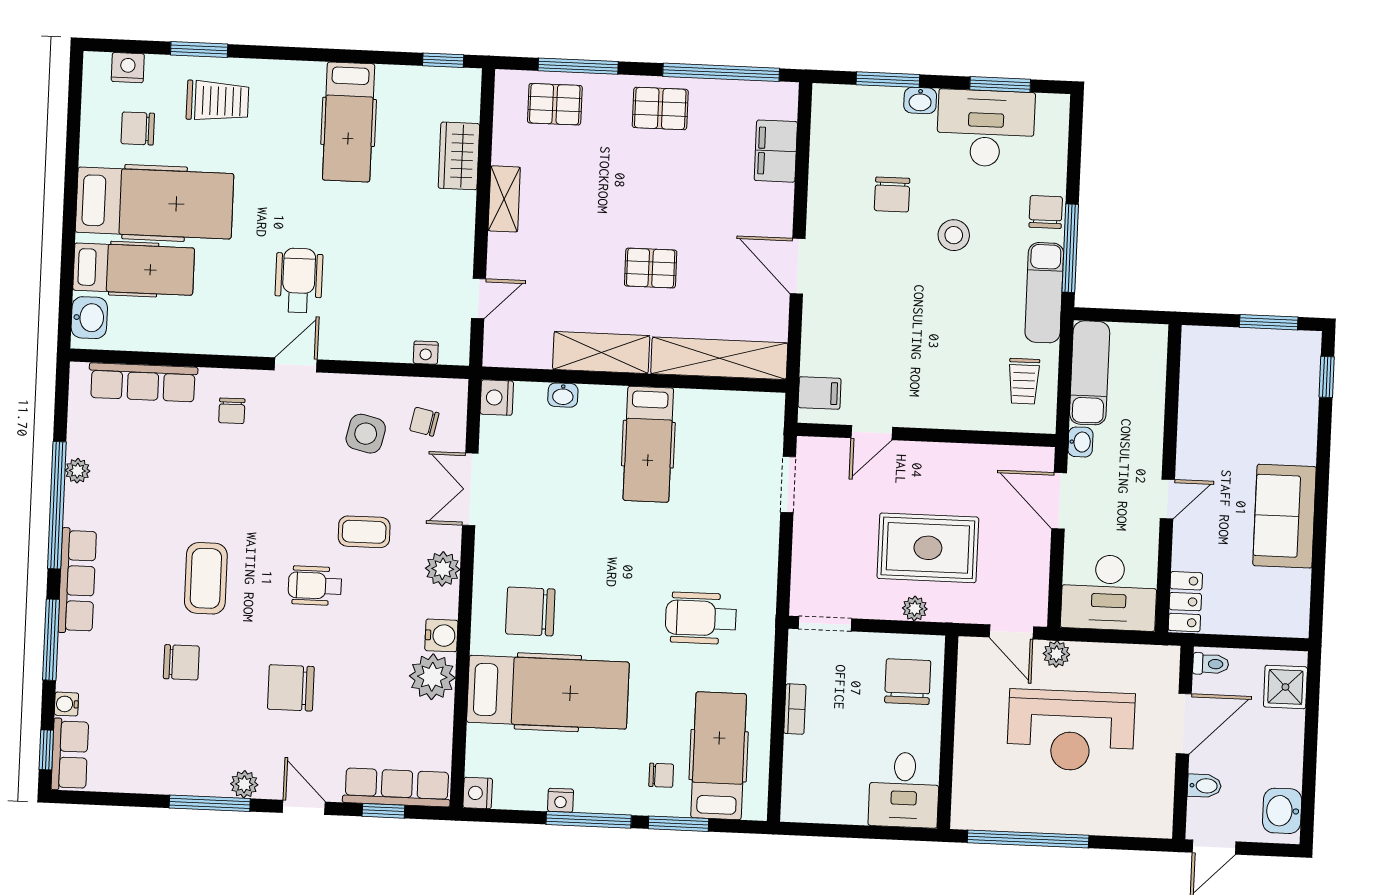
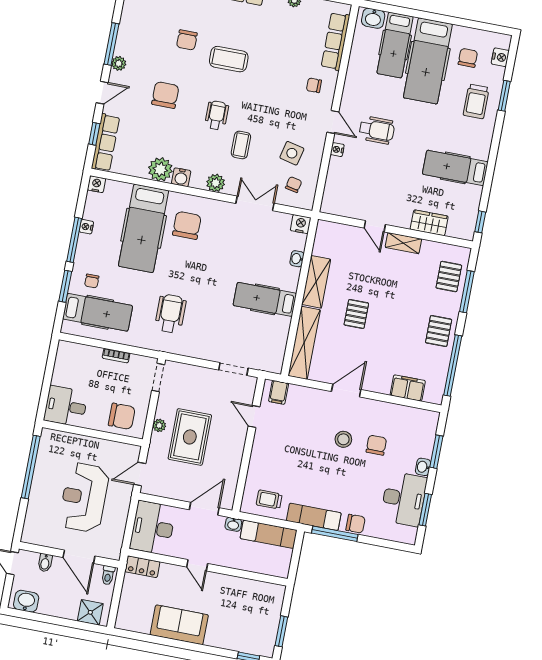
chair: (892, 194) -> (376, 445), turned 90
stool: (954, 235) -> (343, 439), moved
door: (479, 299) -> (375, 226), moved
nightstand: (426, 353) -> (337, 150), moved
plant: (1056, 654) -> (125, 496), removed

